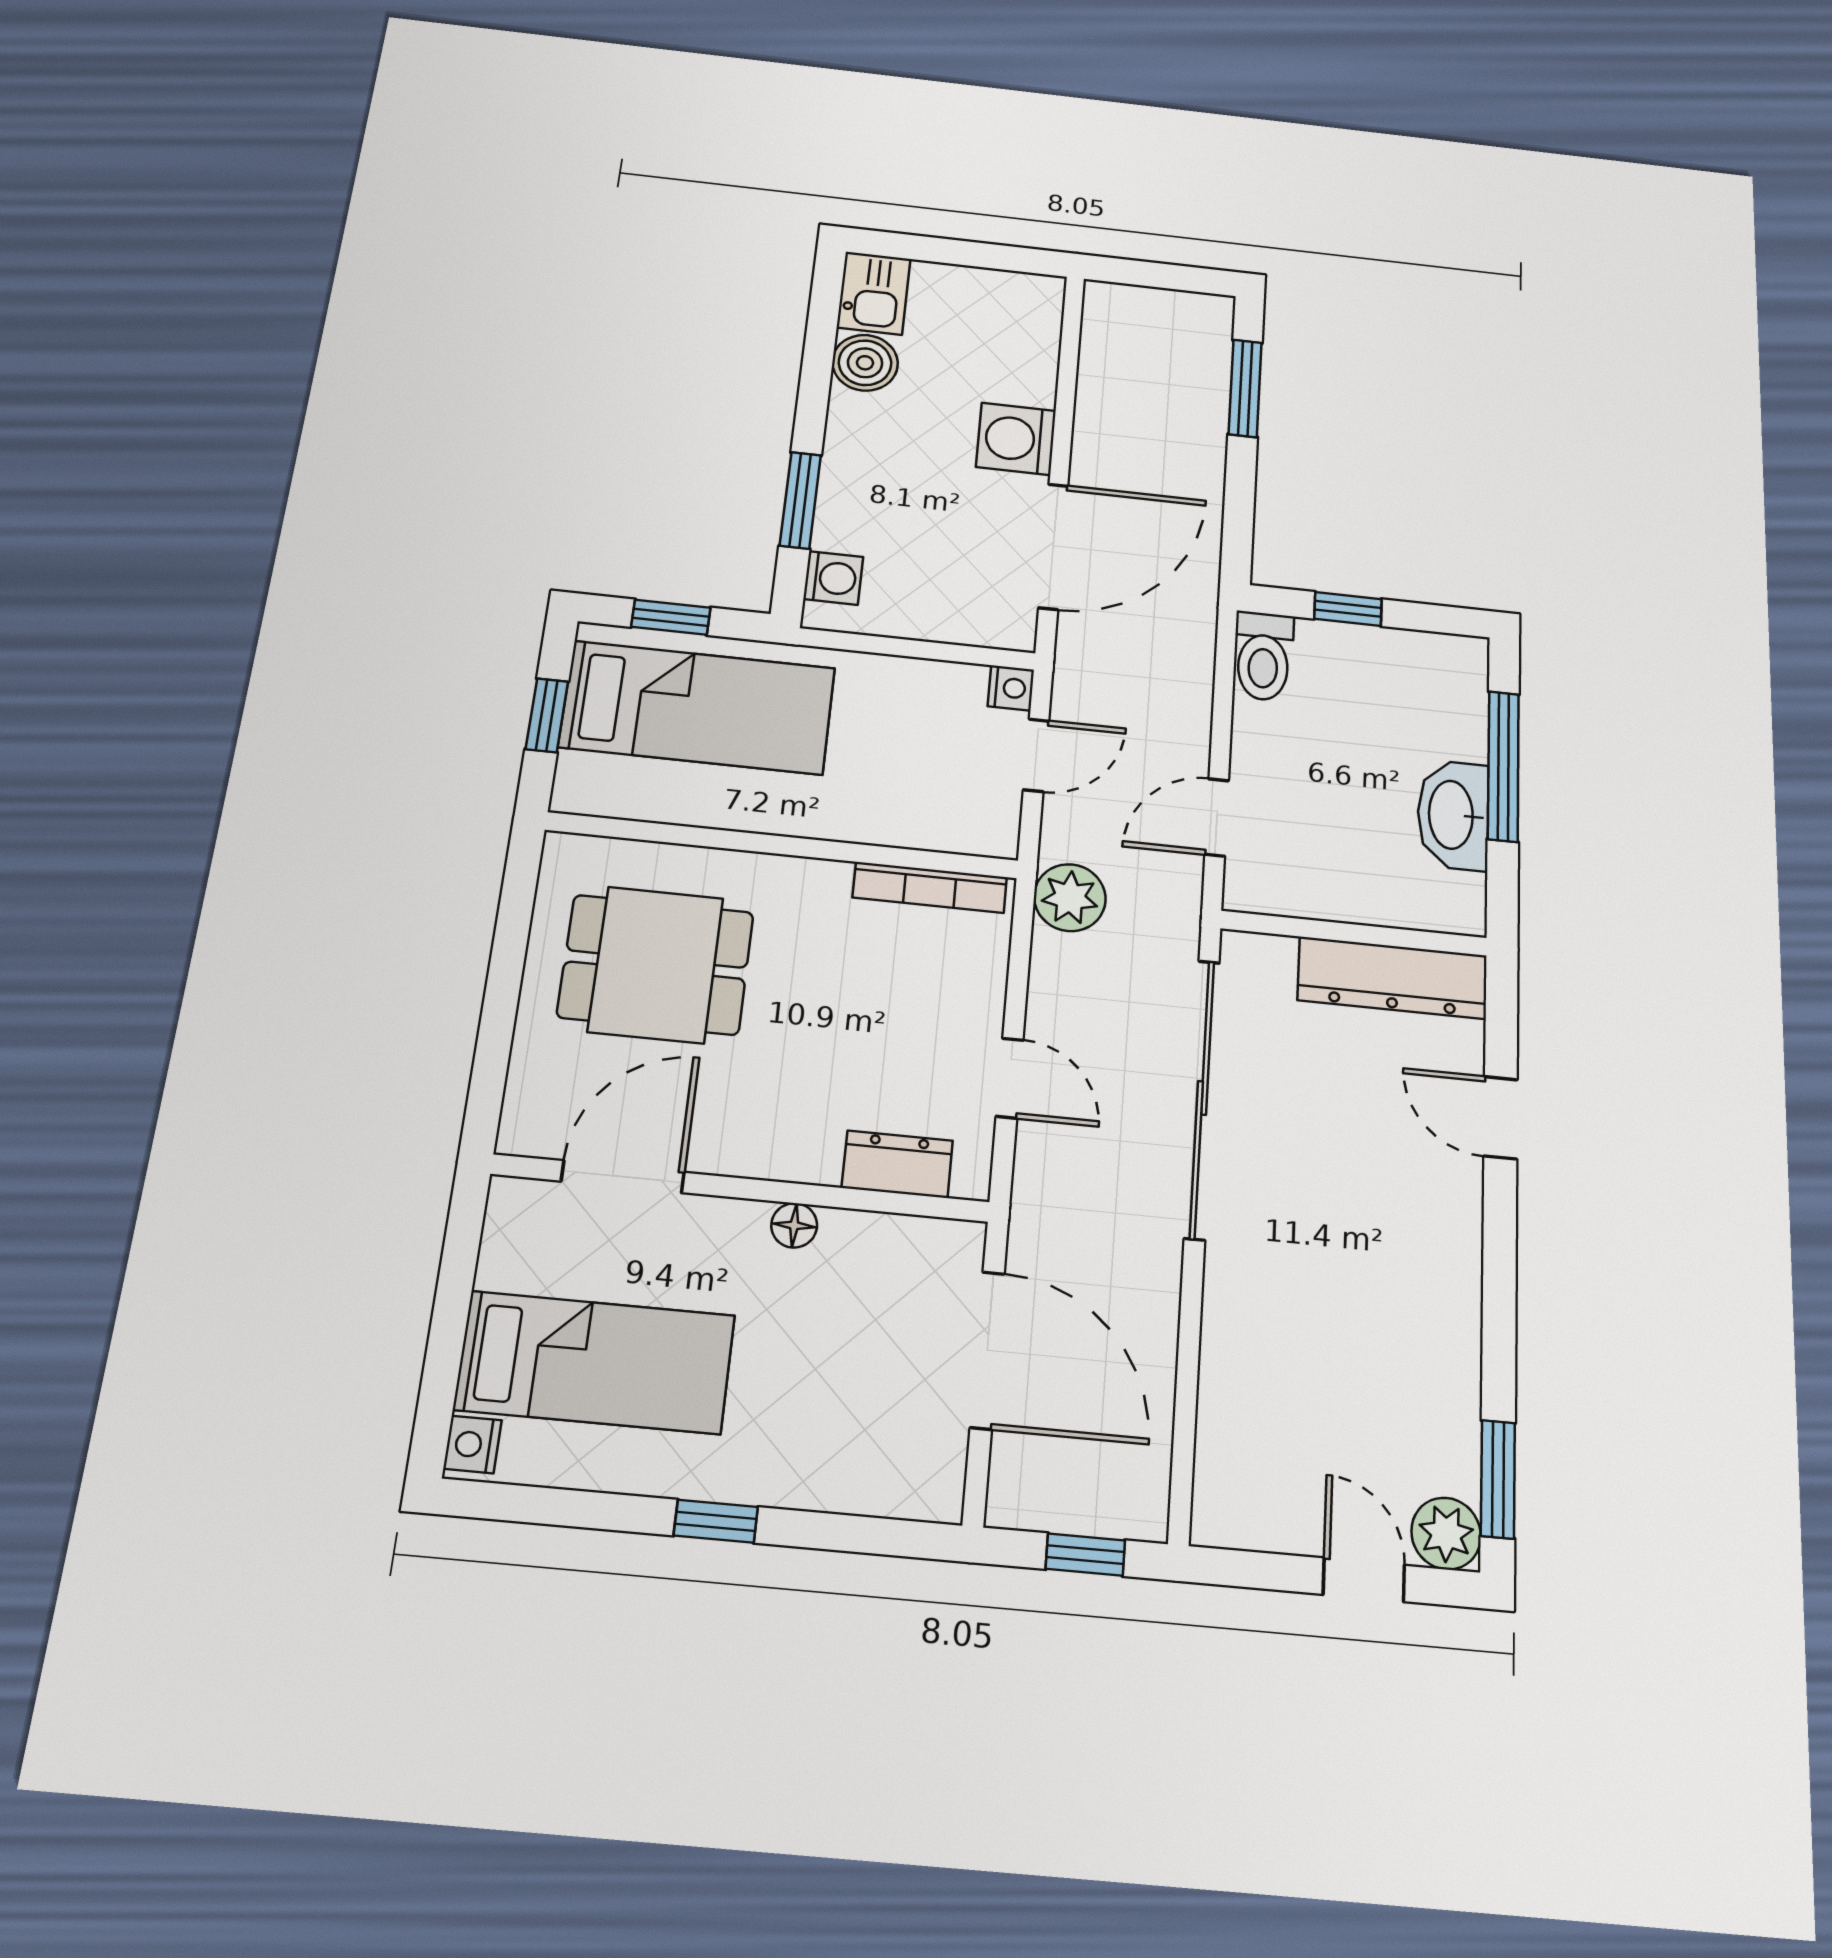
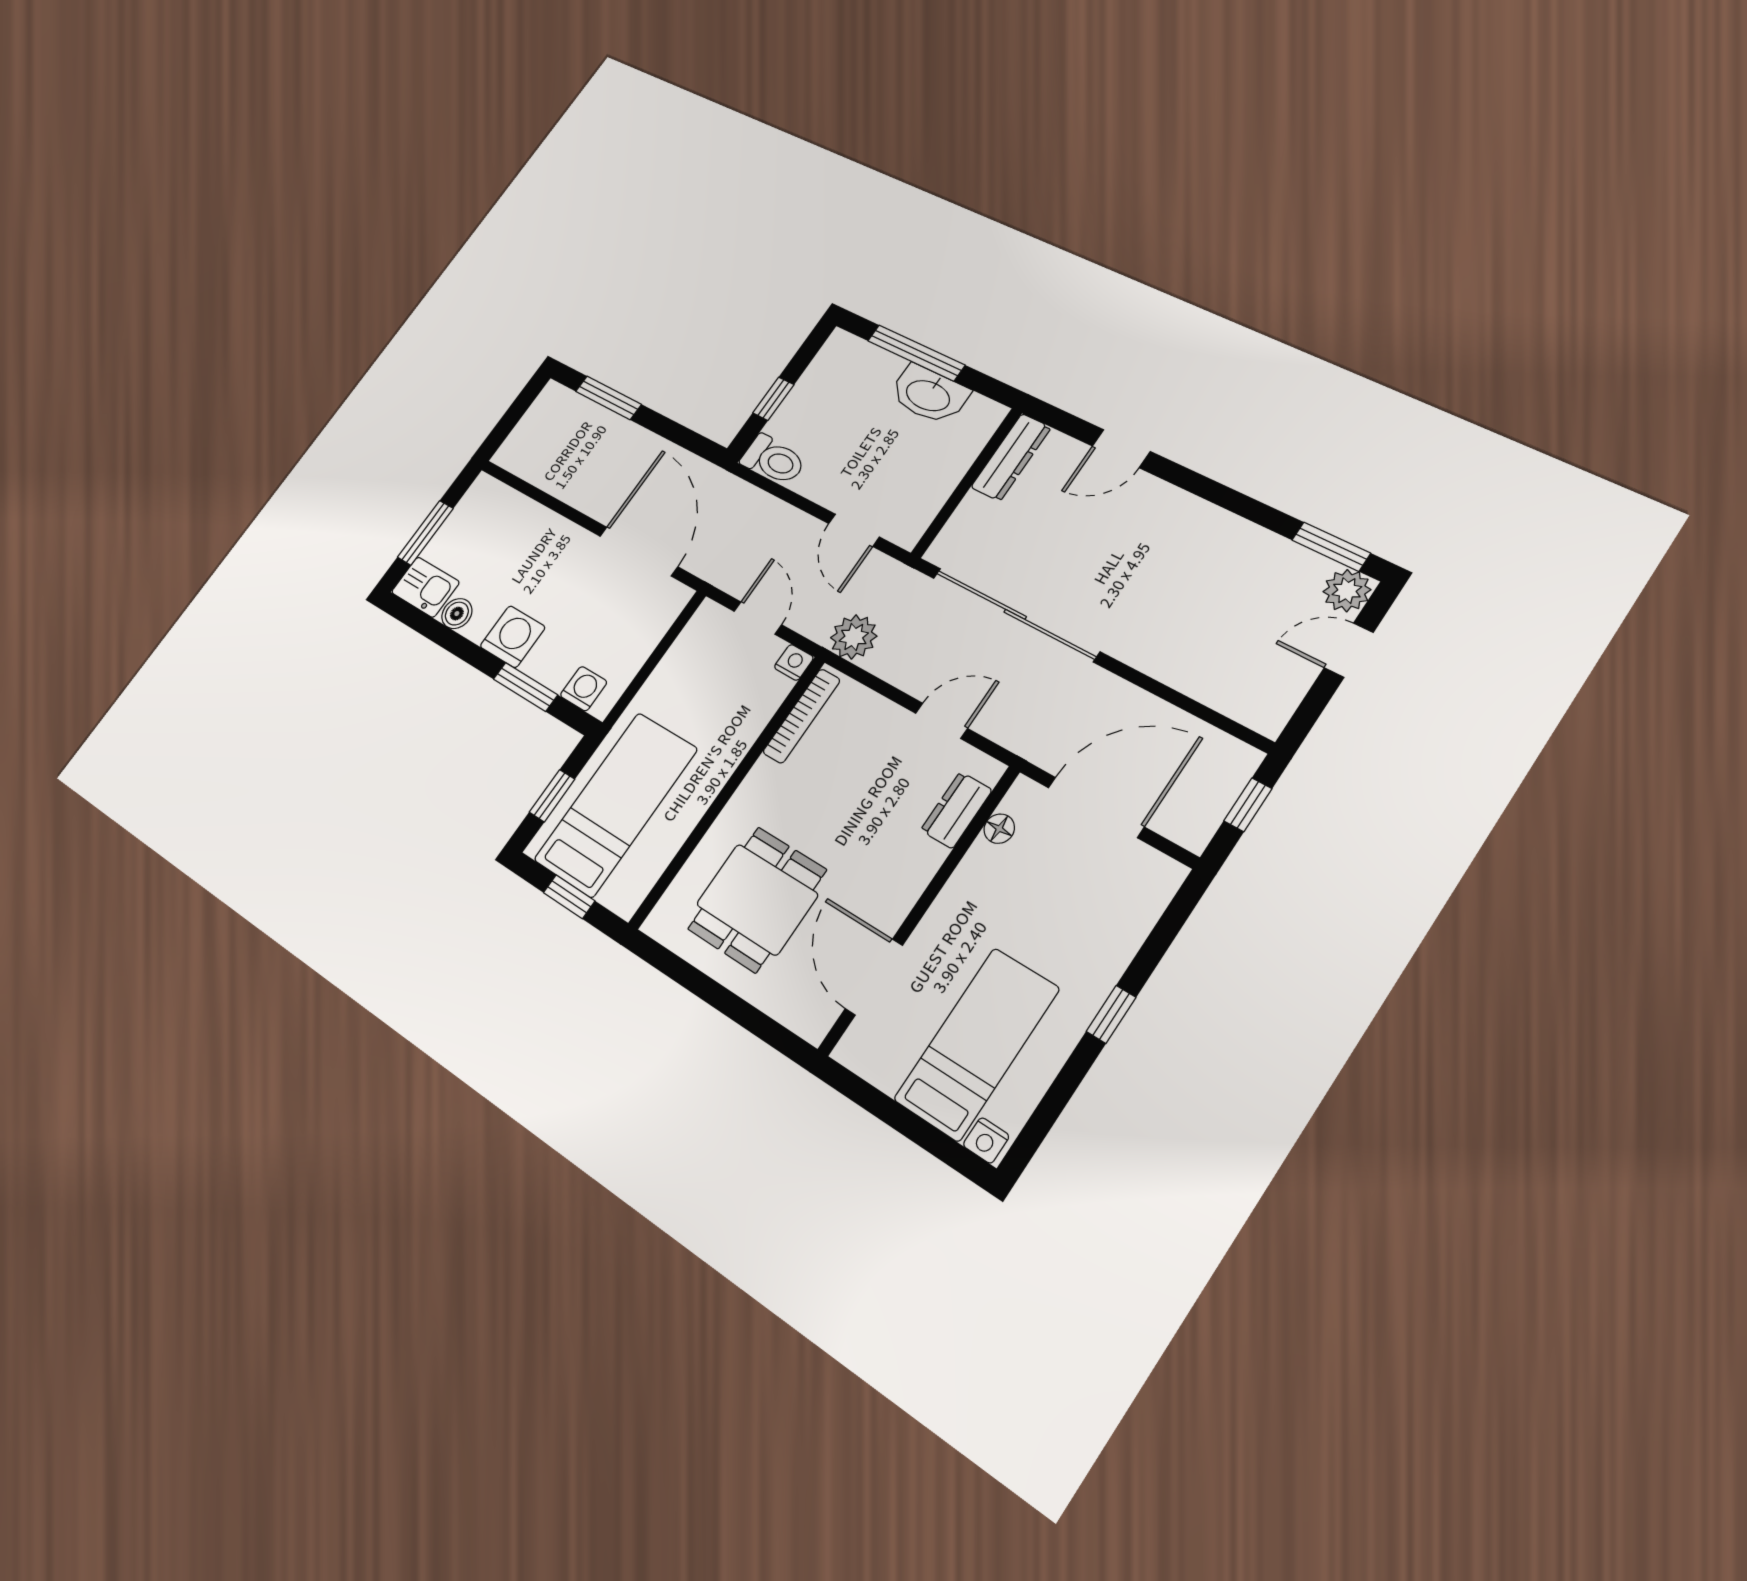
window: (947, 251) -> (425, 533), added
boiler: (865, 363) -> (457, 614), width x0.73, depth x0.73
washing machine: (1016, 439) -> (513, 637), moved, turned 180
nightstand: (1011, 688) -> (794, 662), moved
dresser: (1393, 978) -> (1011, 457), width x0.73, depth x0.80
floor lamp: (794, 1225) -> (999, 829), moved

